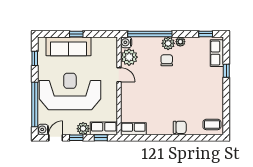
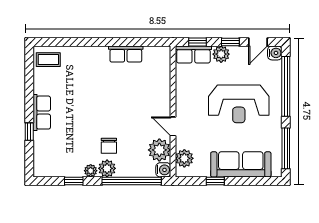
window: (76, 34) -> (215, 181), moved
window: (206, 34) -> (74, 181), moved
plant: (111, 51) -> (184, 158), added
row of seats: (217, 53) -> (42, 113), moved
window: (35, 58) -> (286, 148), width x2.17
reception desk: (70, 91) -> (239, 104), width x0.74, depth x0.77
chair: (180, 127) -> (91, 56), removed
row of seats: (133, 129) -> (126, 54), moved

